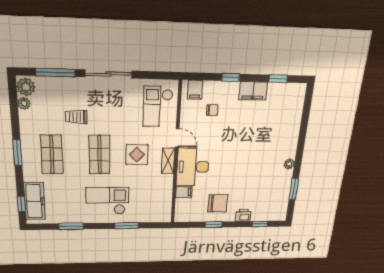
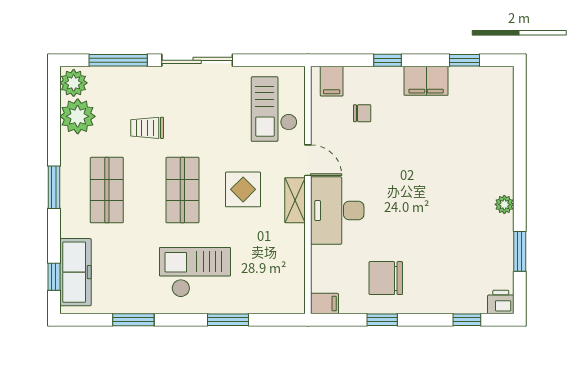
plant: (24, 103) -> (78, 116), width x1.87, depth x1.87
filing cabinet: (184, 192) -> (325, 304), moved
chair: (218, 203) -> (386, 278), turned 180
printer: (243, 215) -> (501, 302), moved

